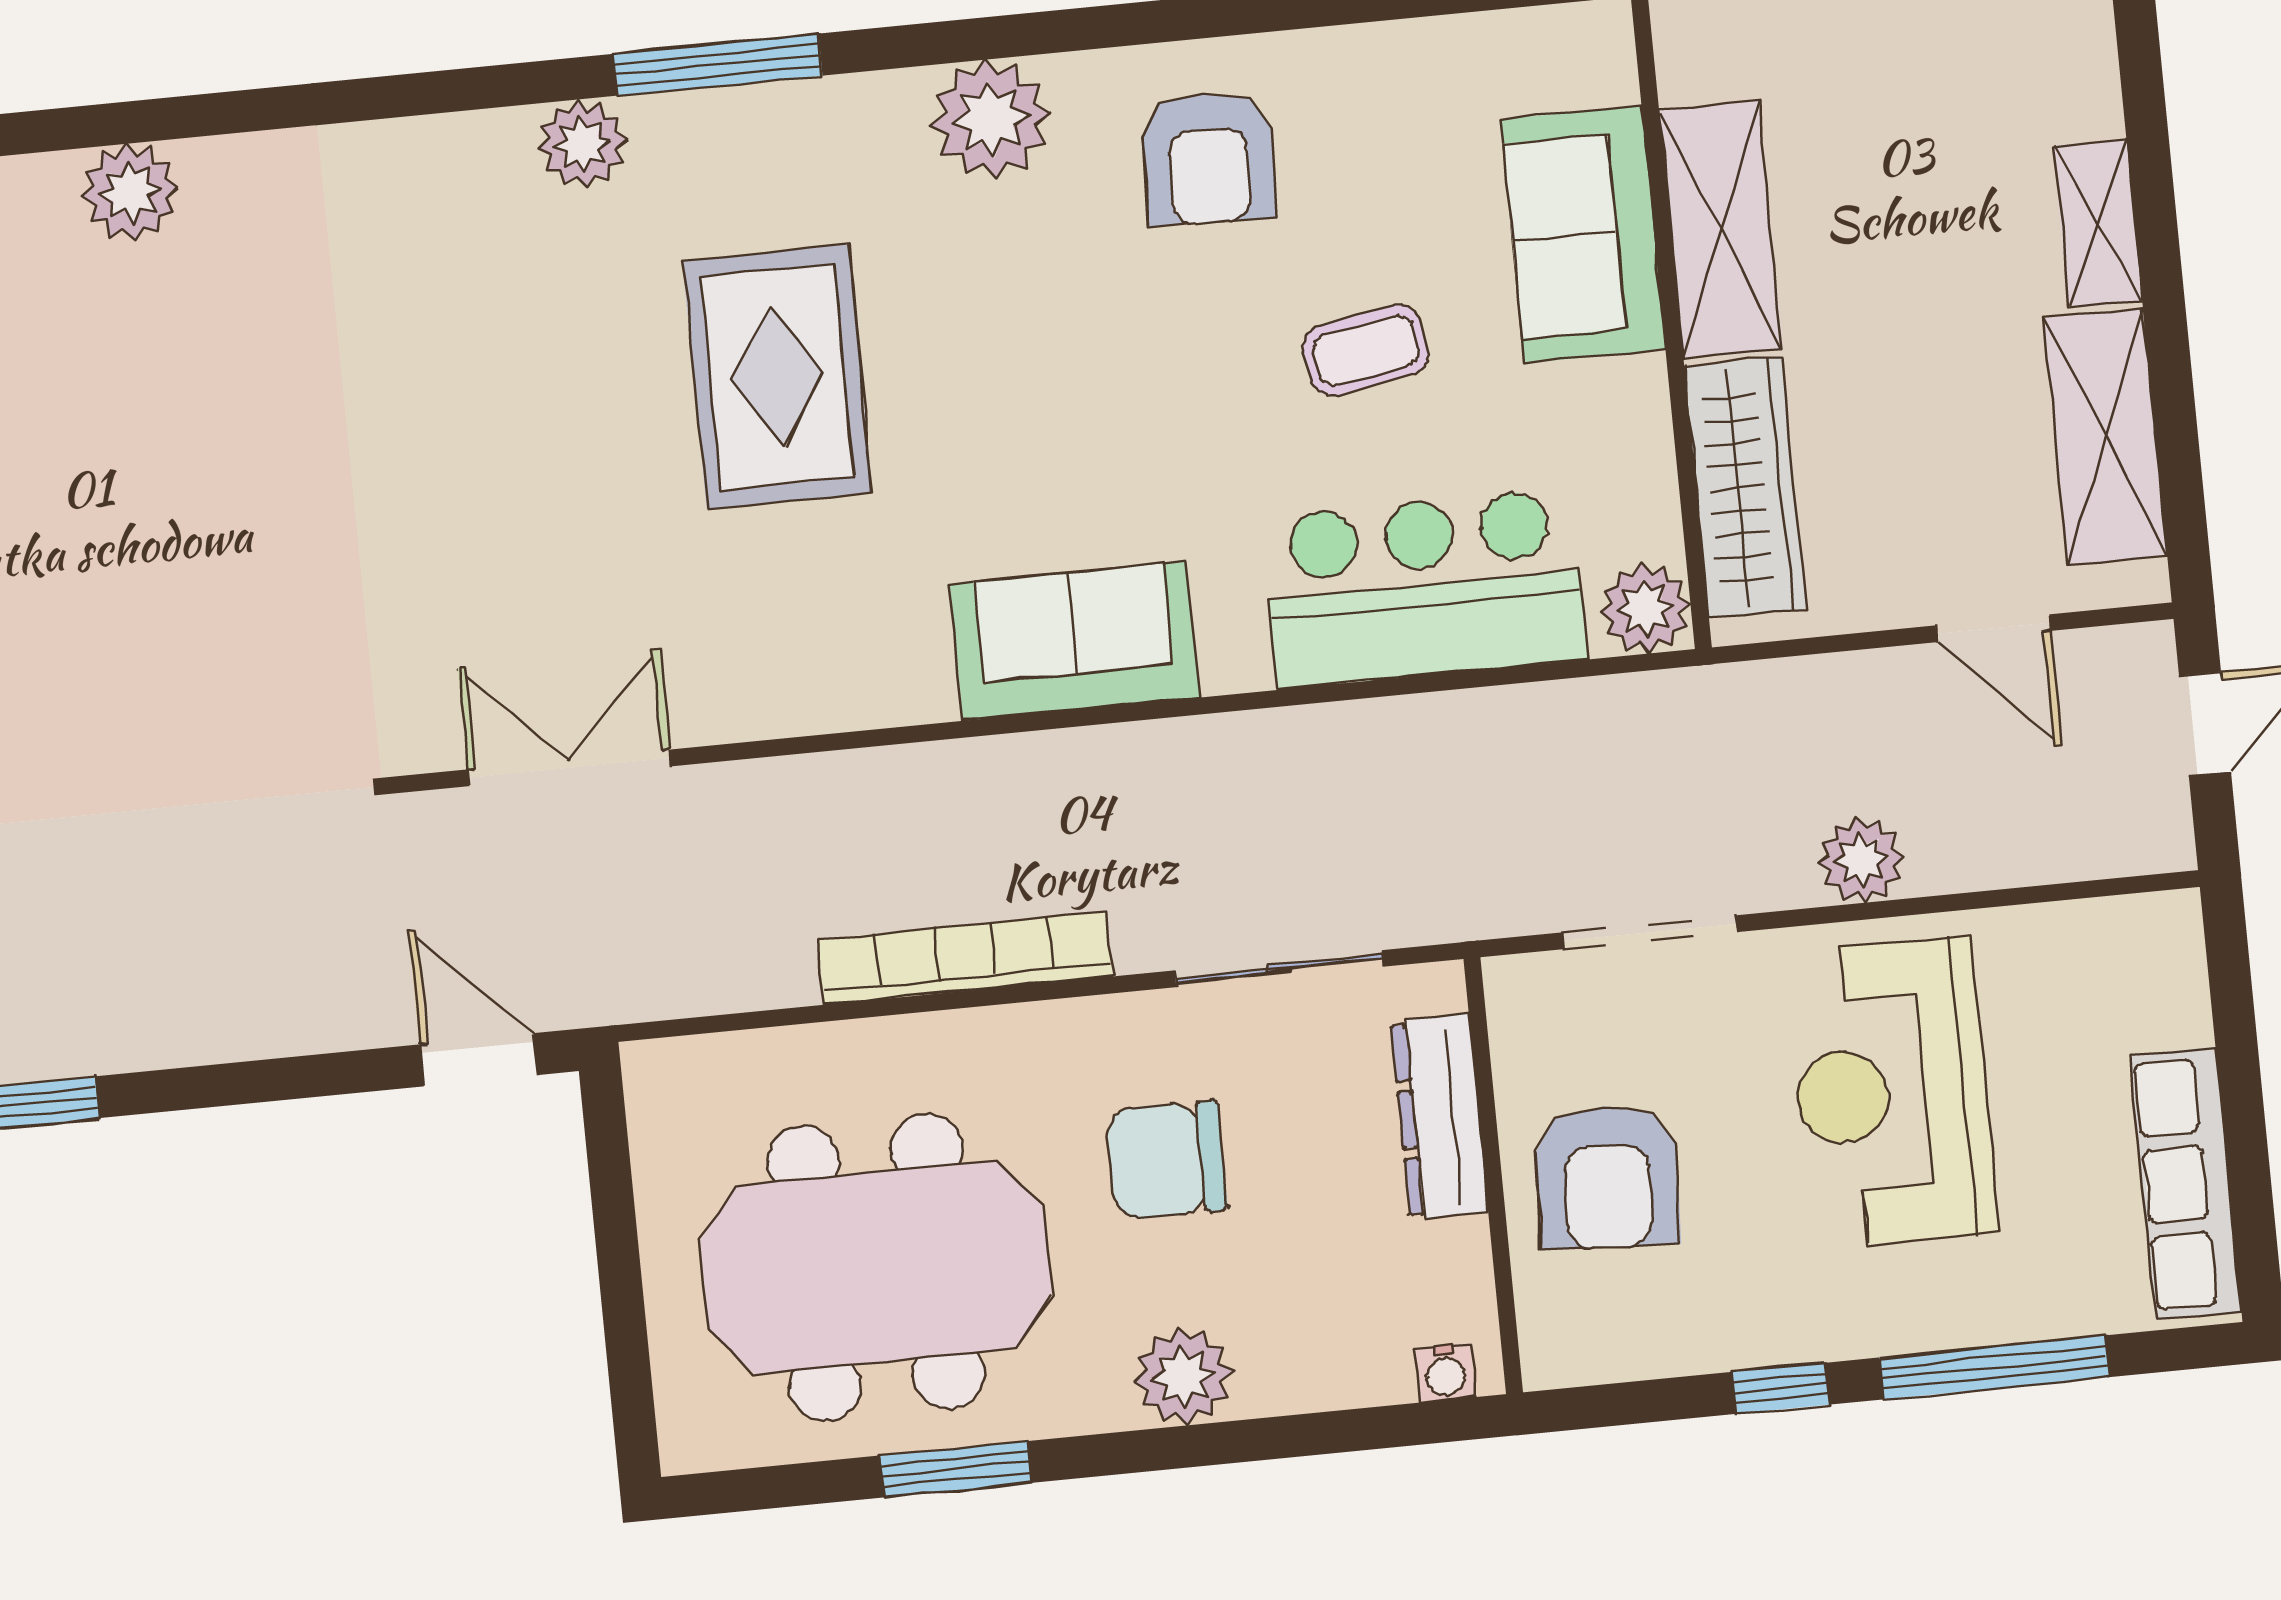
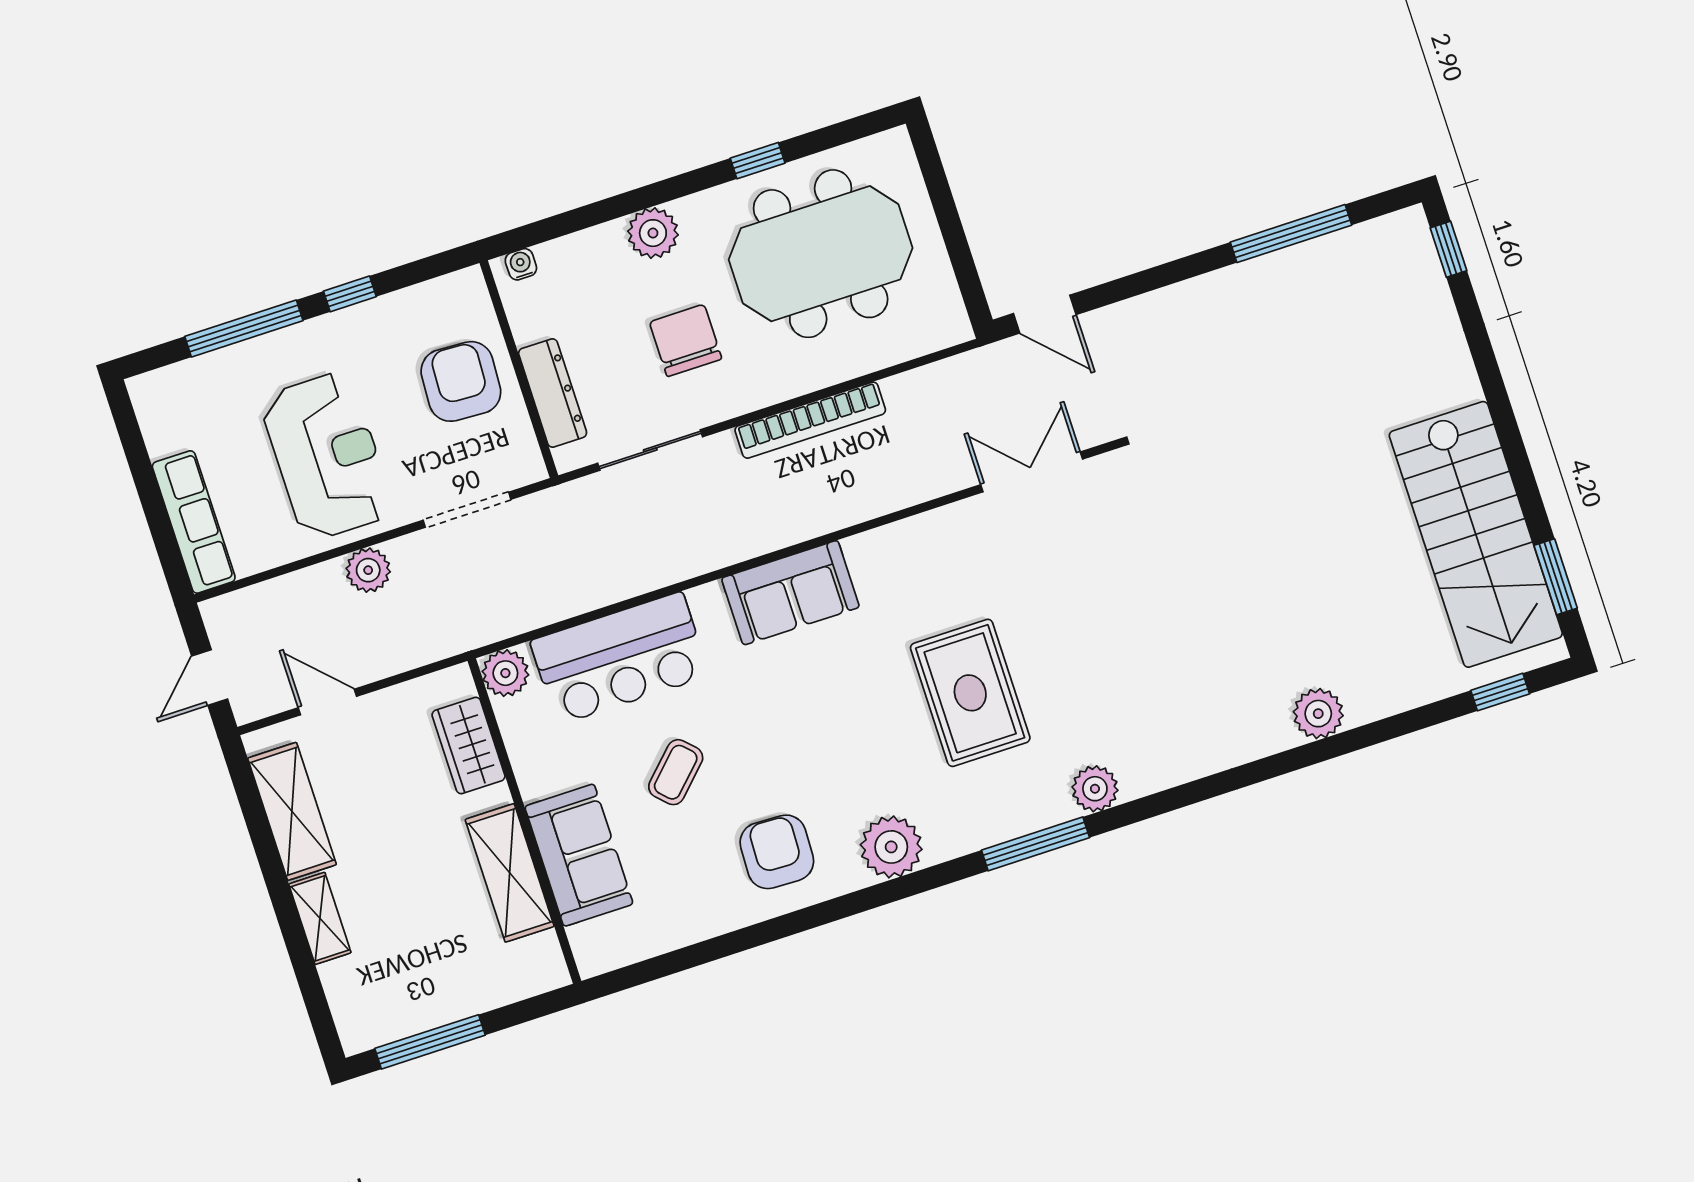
coffee table: (1366, 350) -> (676, 772), turned -35
wardrobe: (1745, 487) -> (469, 746), width x0.67
double door: (569, 768) -> (1032, 472), swing flipped
chair: (1167, 1160) -> (686, 340), turned -90
row of seats: (2186, 1184) -> (194, 522), moved
window: (956, 1469) -> (758, 161), width x0.67

